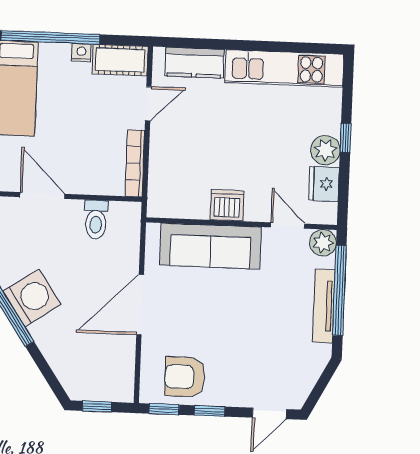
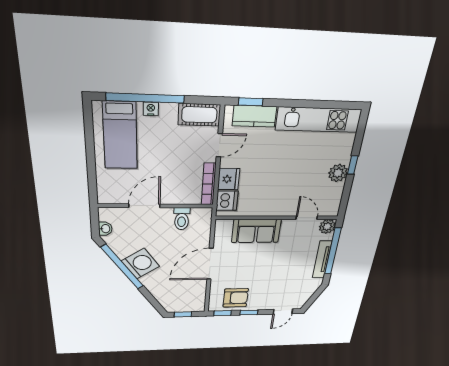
window: (188, 43) -> (251, 102), added
nightstand: (81, 53) -> (151, 109), moved
fridge: (324, 184) -> (229, 179), moved, turned 180
door: (42, 195) -> (144, 206), hinge flipped
dishwasher: (227, 205) -> (227, 201), moved, turned 90
sofa: (210, 246) -> (256, 231), width x0.73
armchair: (185, 377) -> (236, 298), turned 180

